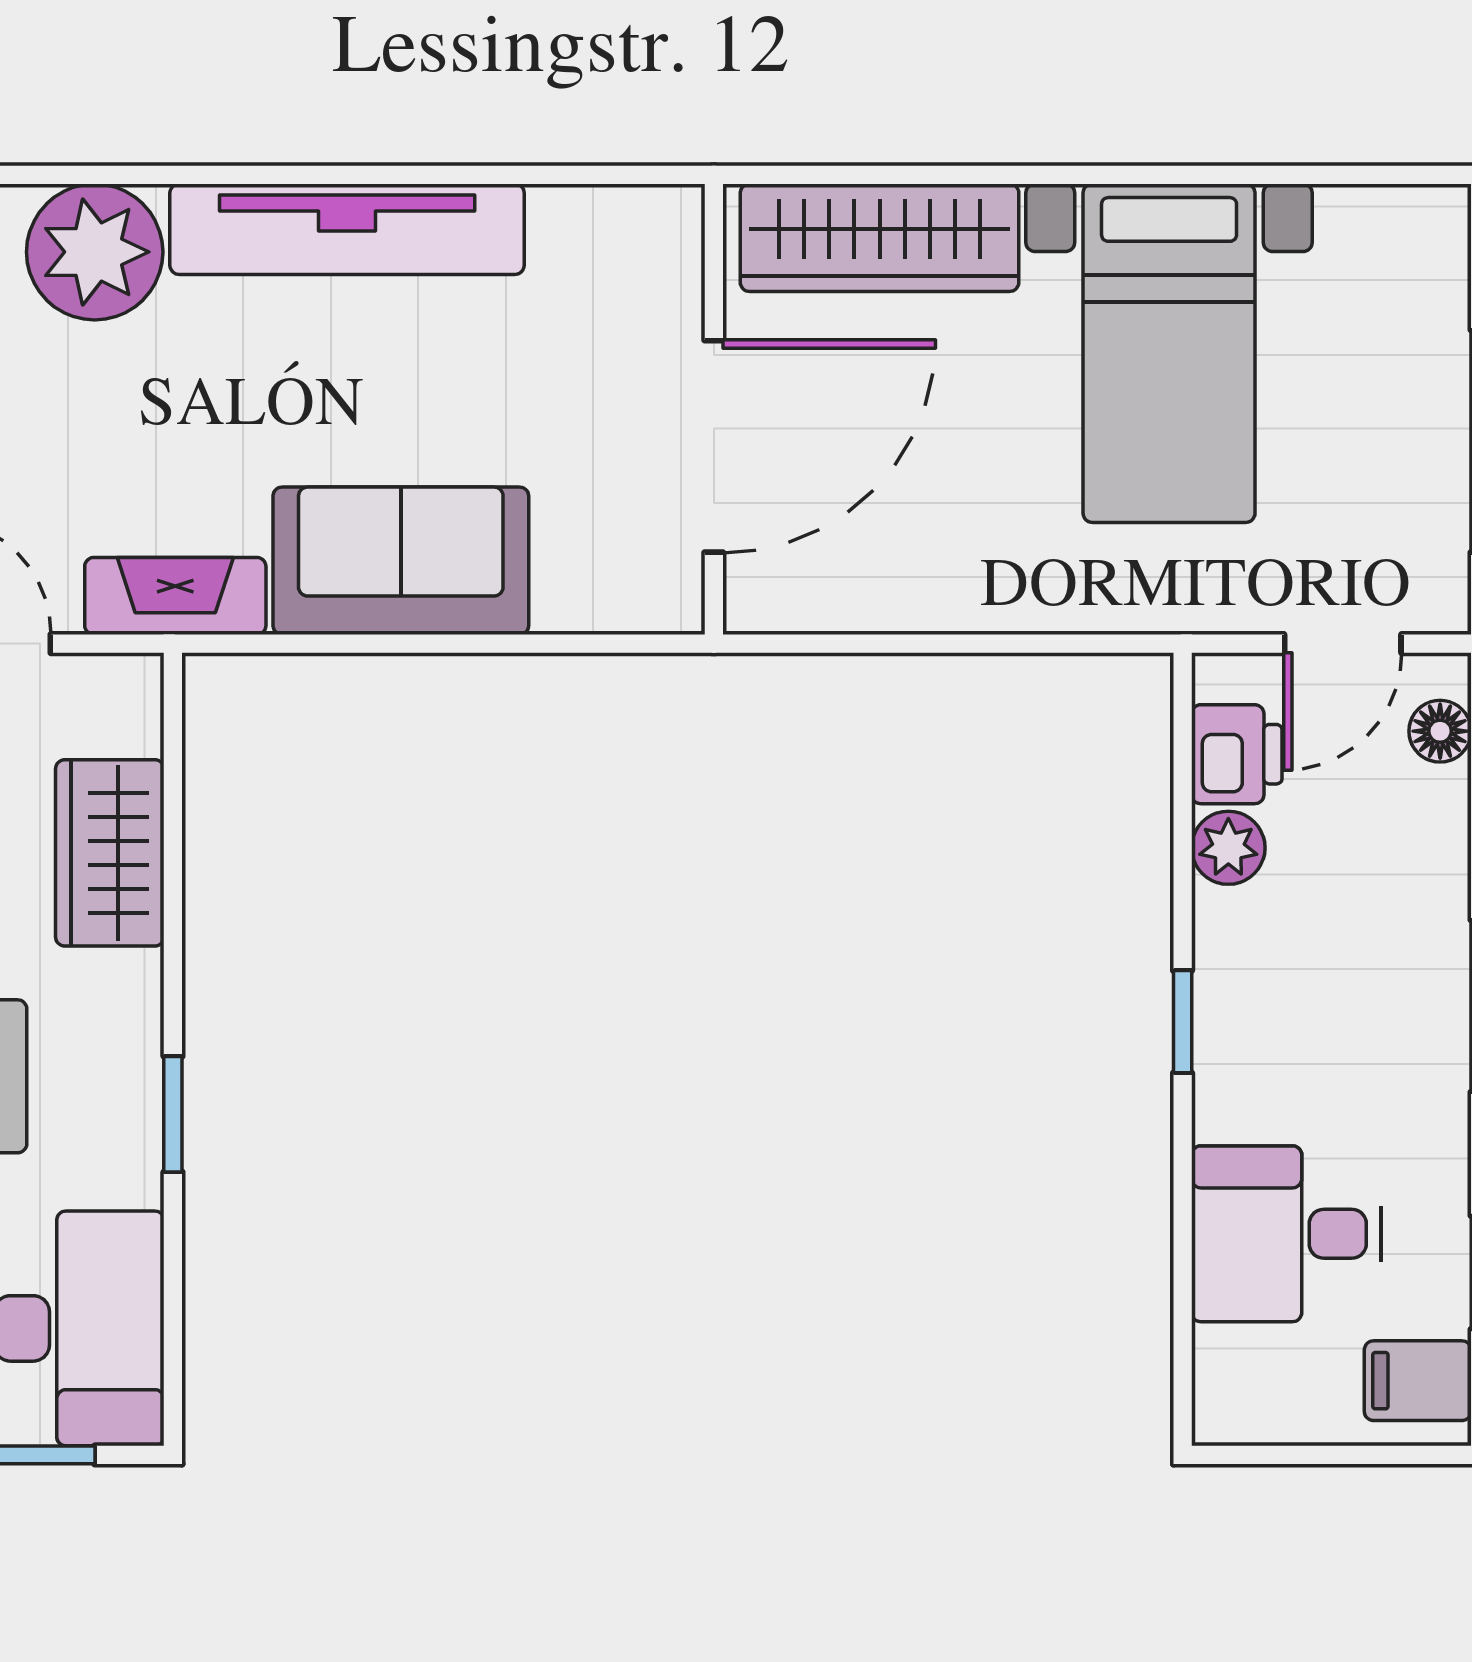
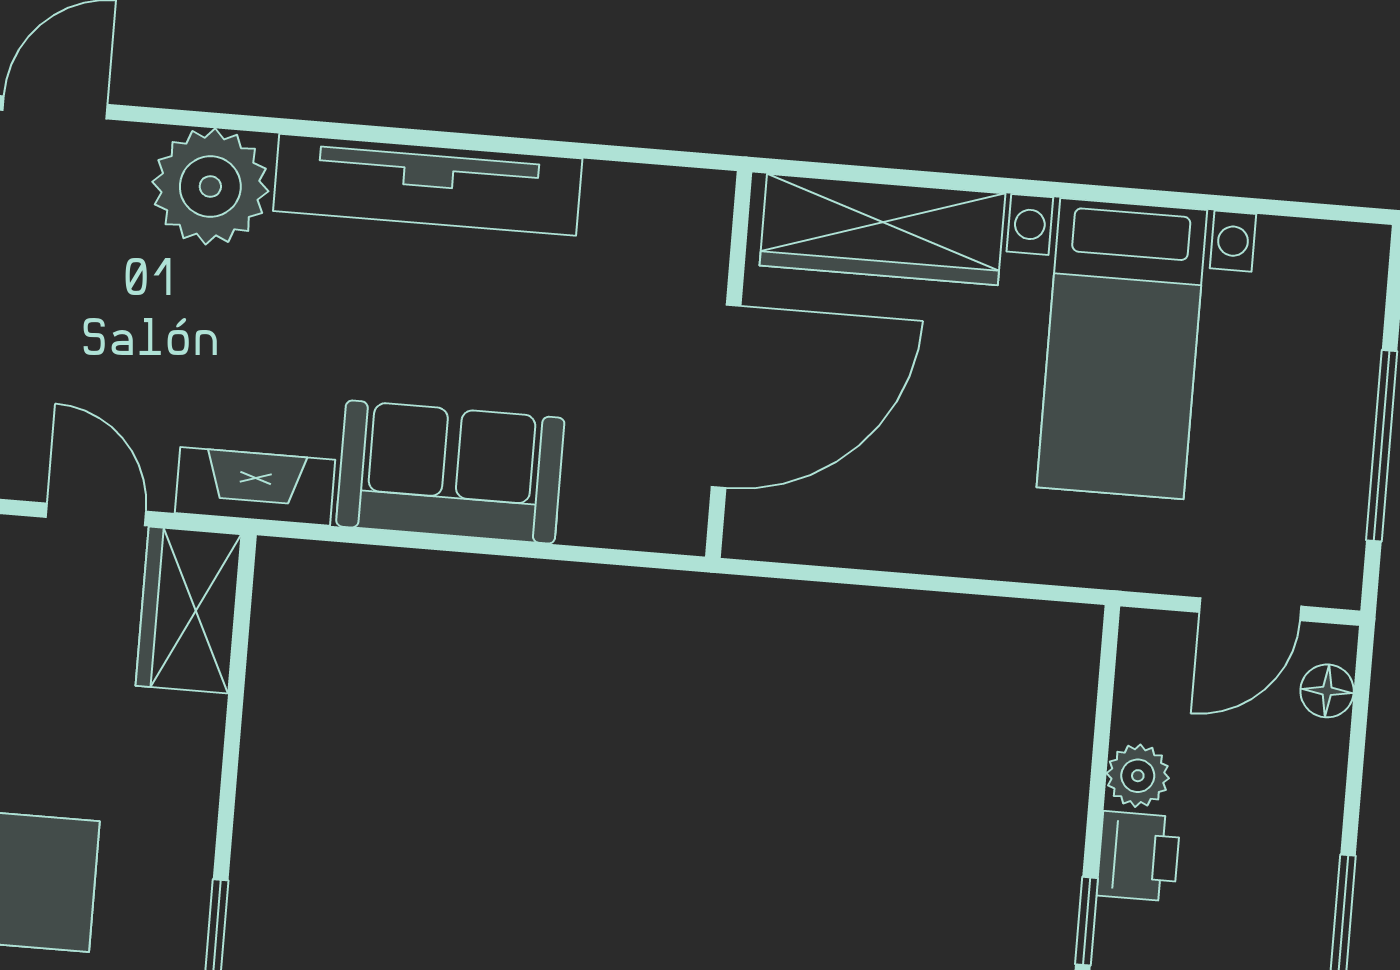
printer: (1237, 754) -> (1138, 856), moved
wardrobe: (110, 853) -> (188, 610), moved

